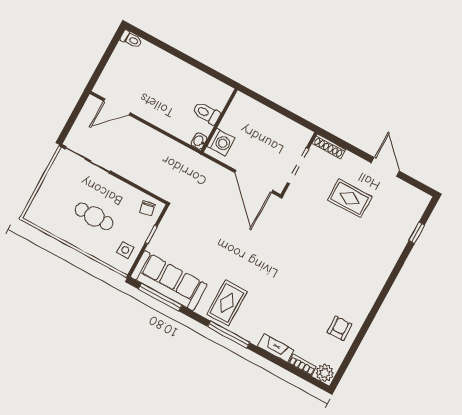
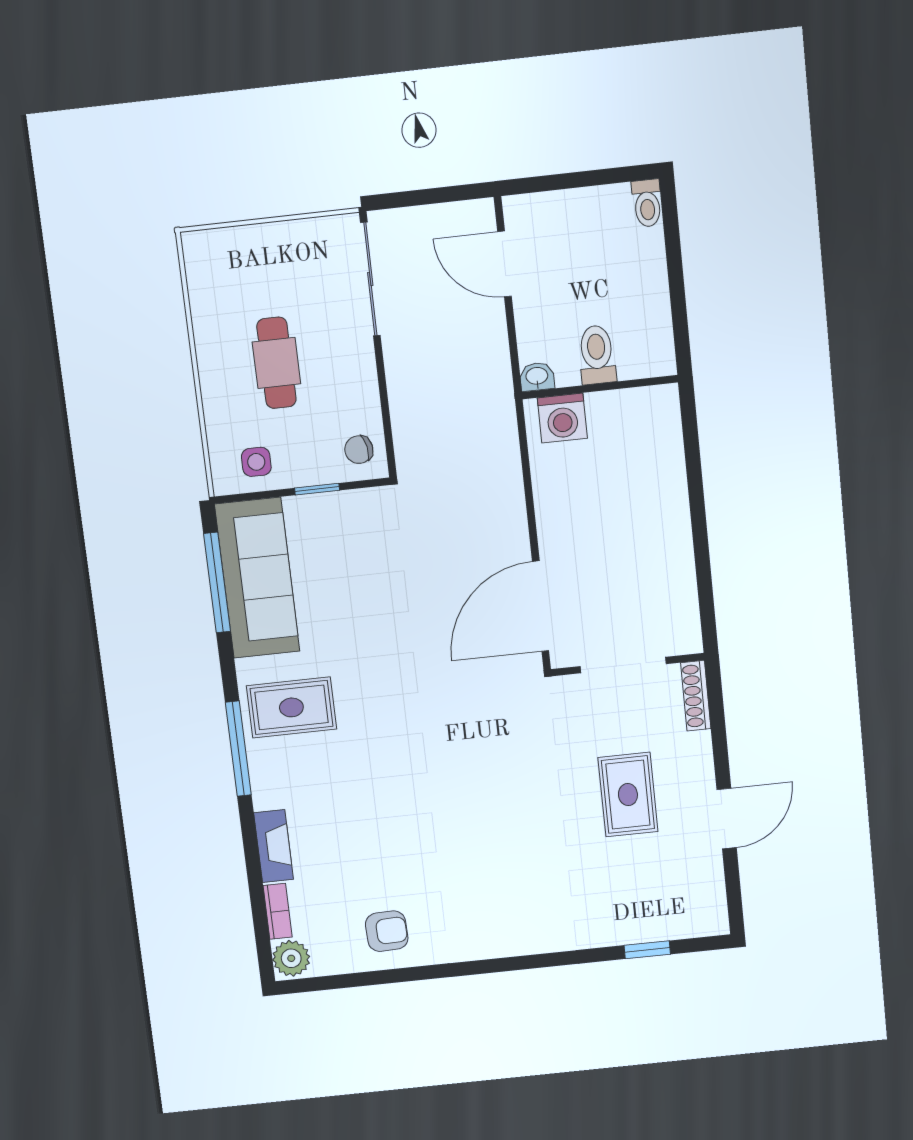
toilet: (206, 113) -> (597, 355), moved
wall: (219, 120) -> (600, 387), moved
washbasin: (199, 141) -> (537, 377), moved
washing machine: (221, 142) -> (562, 418), moved

